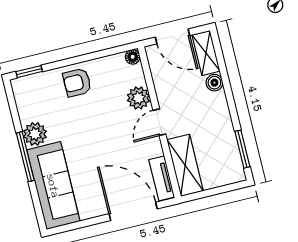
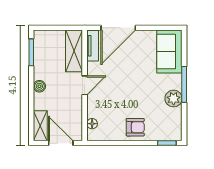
floor lamp: (133, 57) -> (92, 124), moved
boiler: (214, 83) -> (39, 86), moved
plant: (138, 98) -> (95, 106), removed
sofa: (53, 186) -> (169, 52), width x0.73
door: (133, 211) -> (118, 28), hinge flipped

